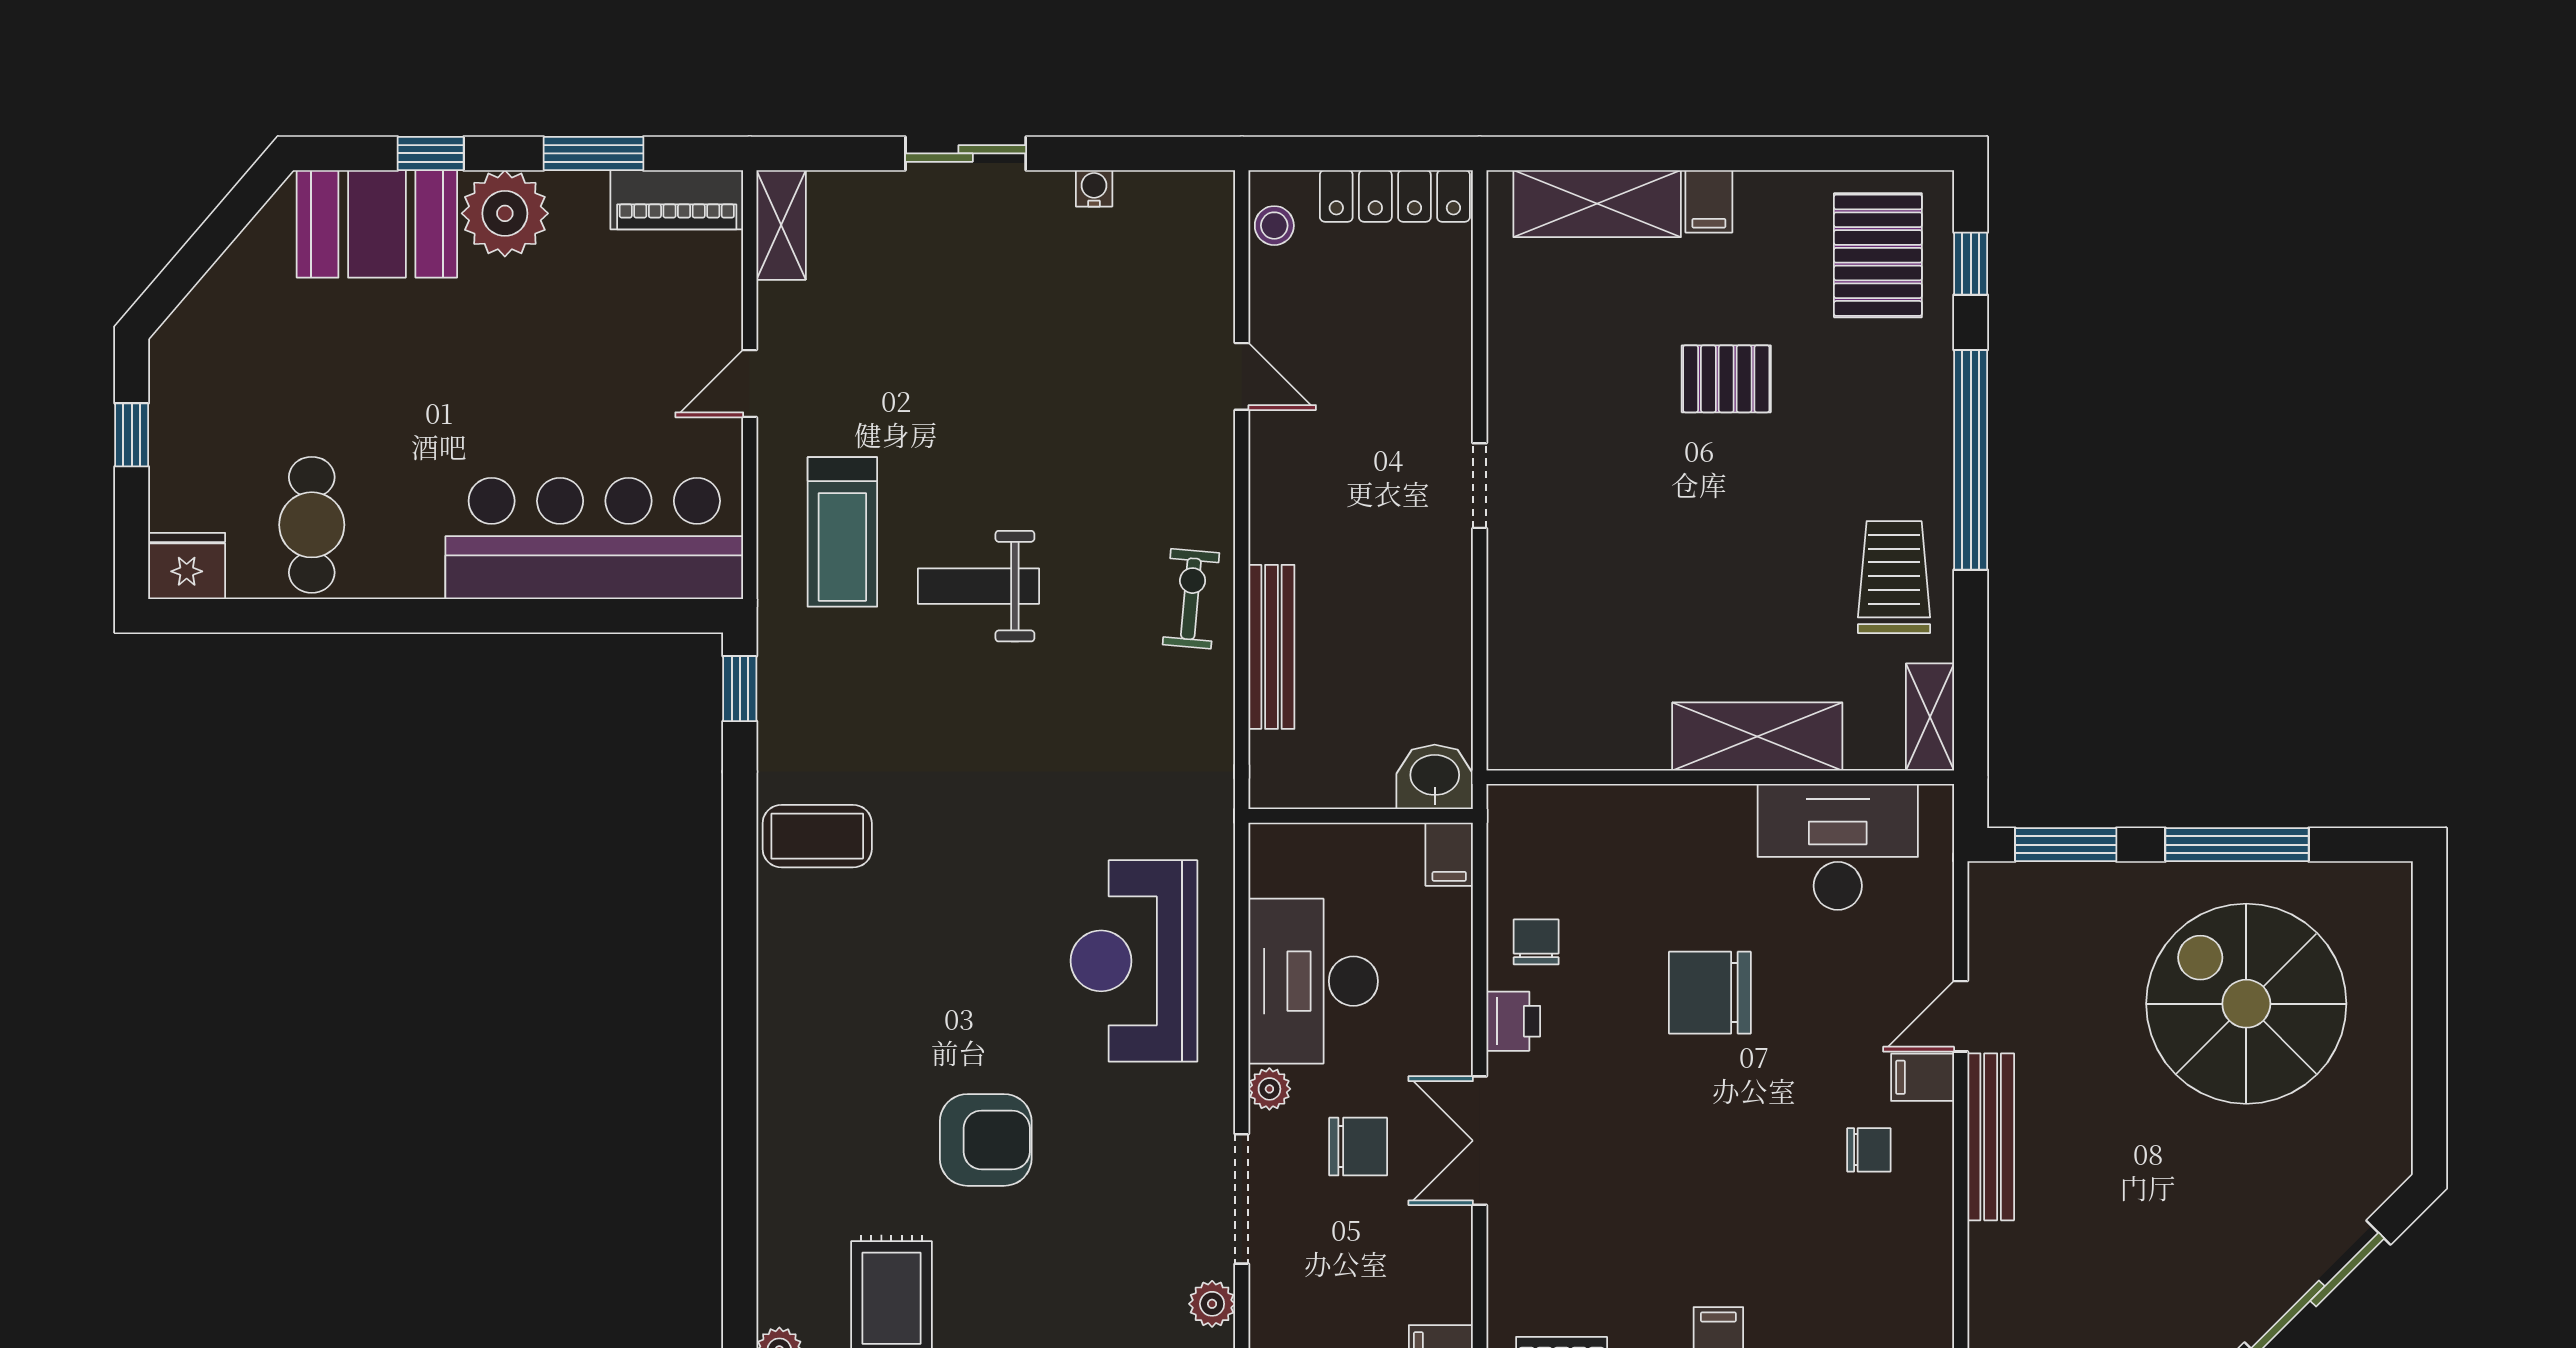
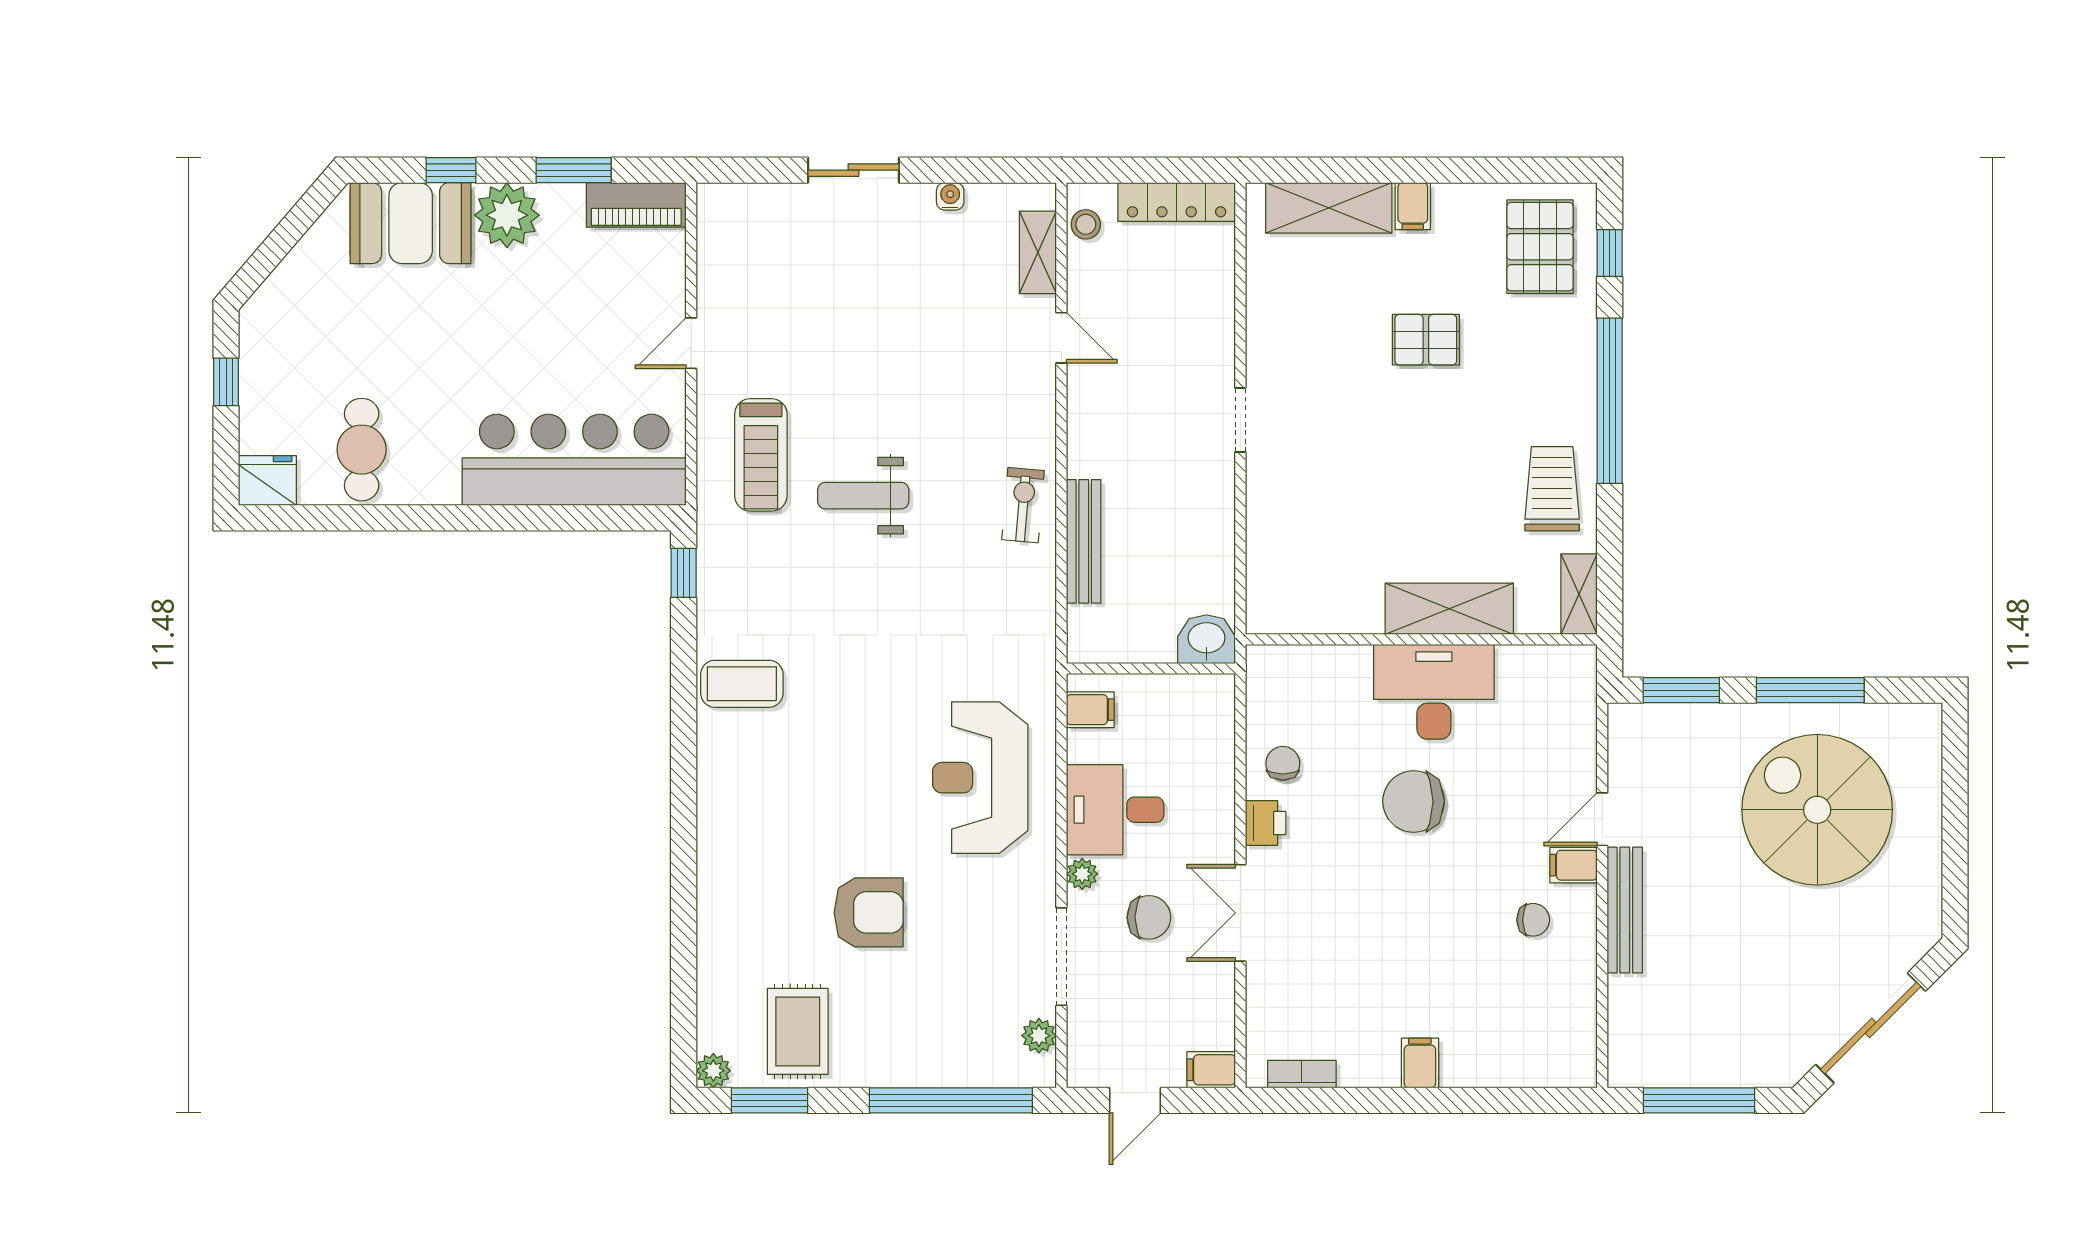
shelving: (781, 225) -> (1038, 252), moved
desk: (1838, 847) -> (1434, 692), moved
filing cabinet: (1449, 854) -> (1090, 710), moved, turned -90
desk: (1313, 981) -> (1115, 810), width x0.73

